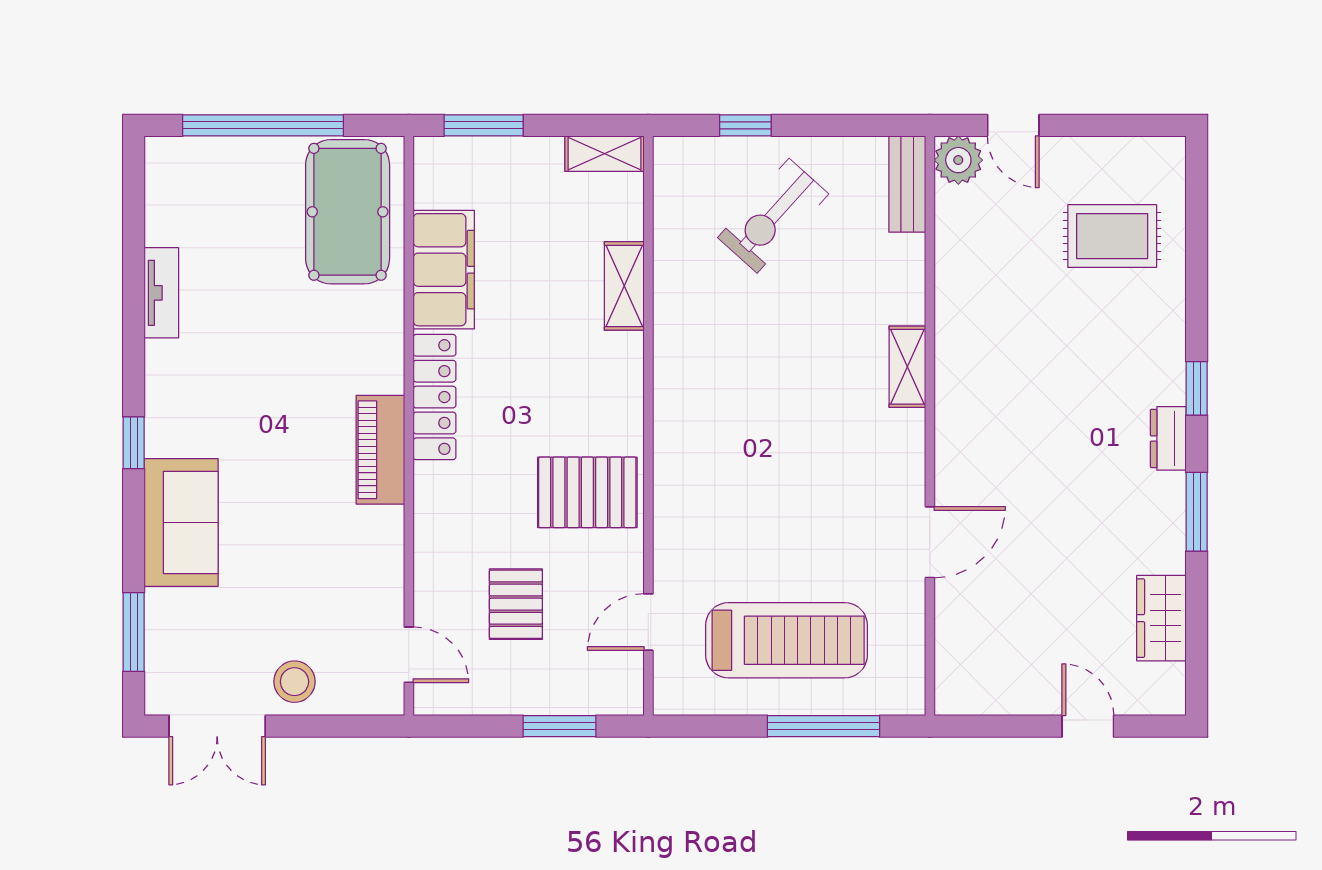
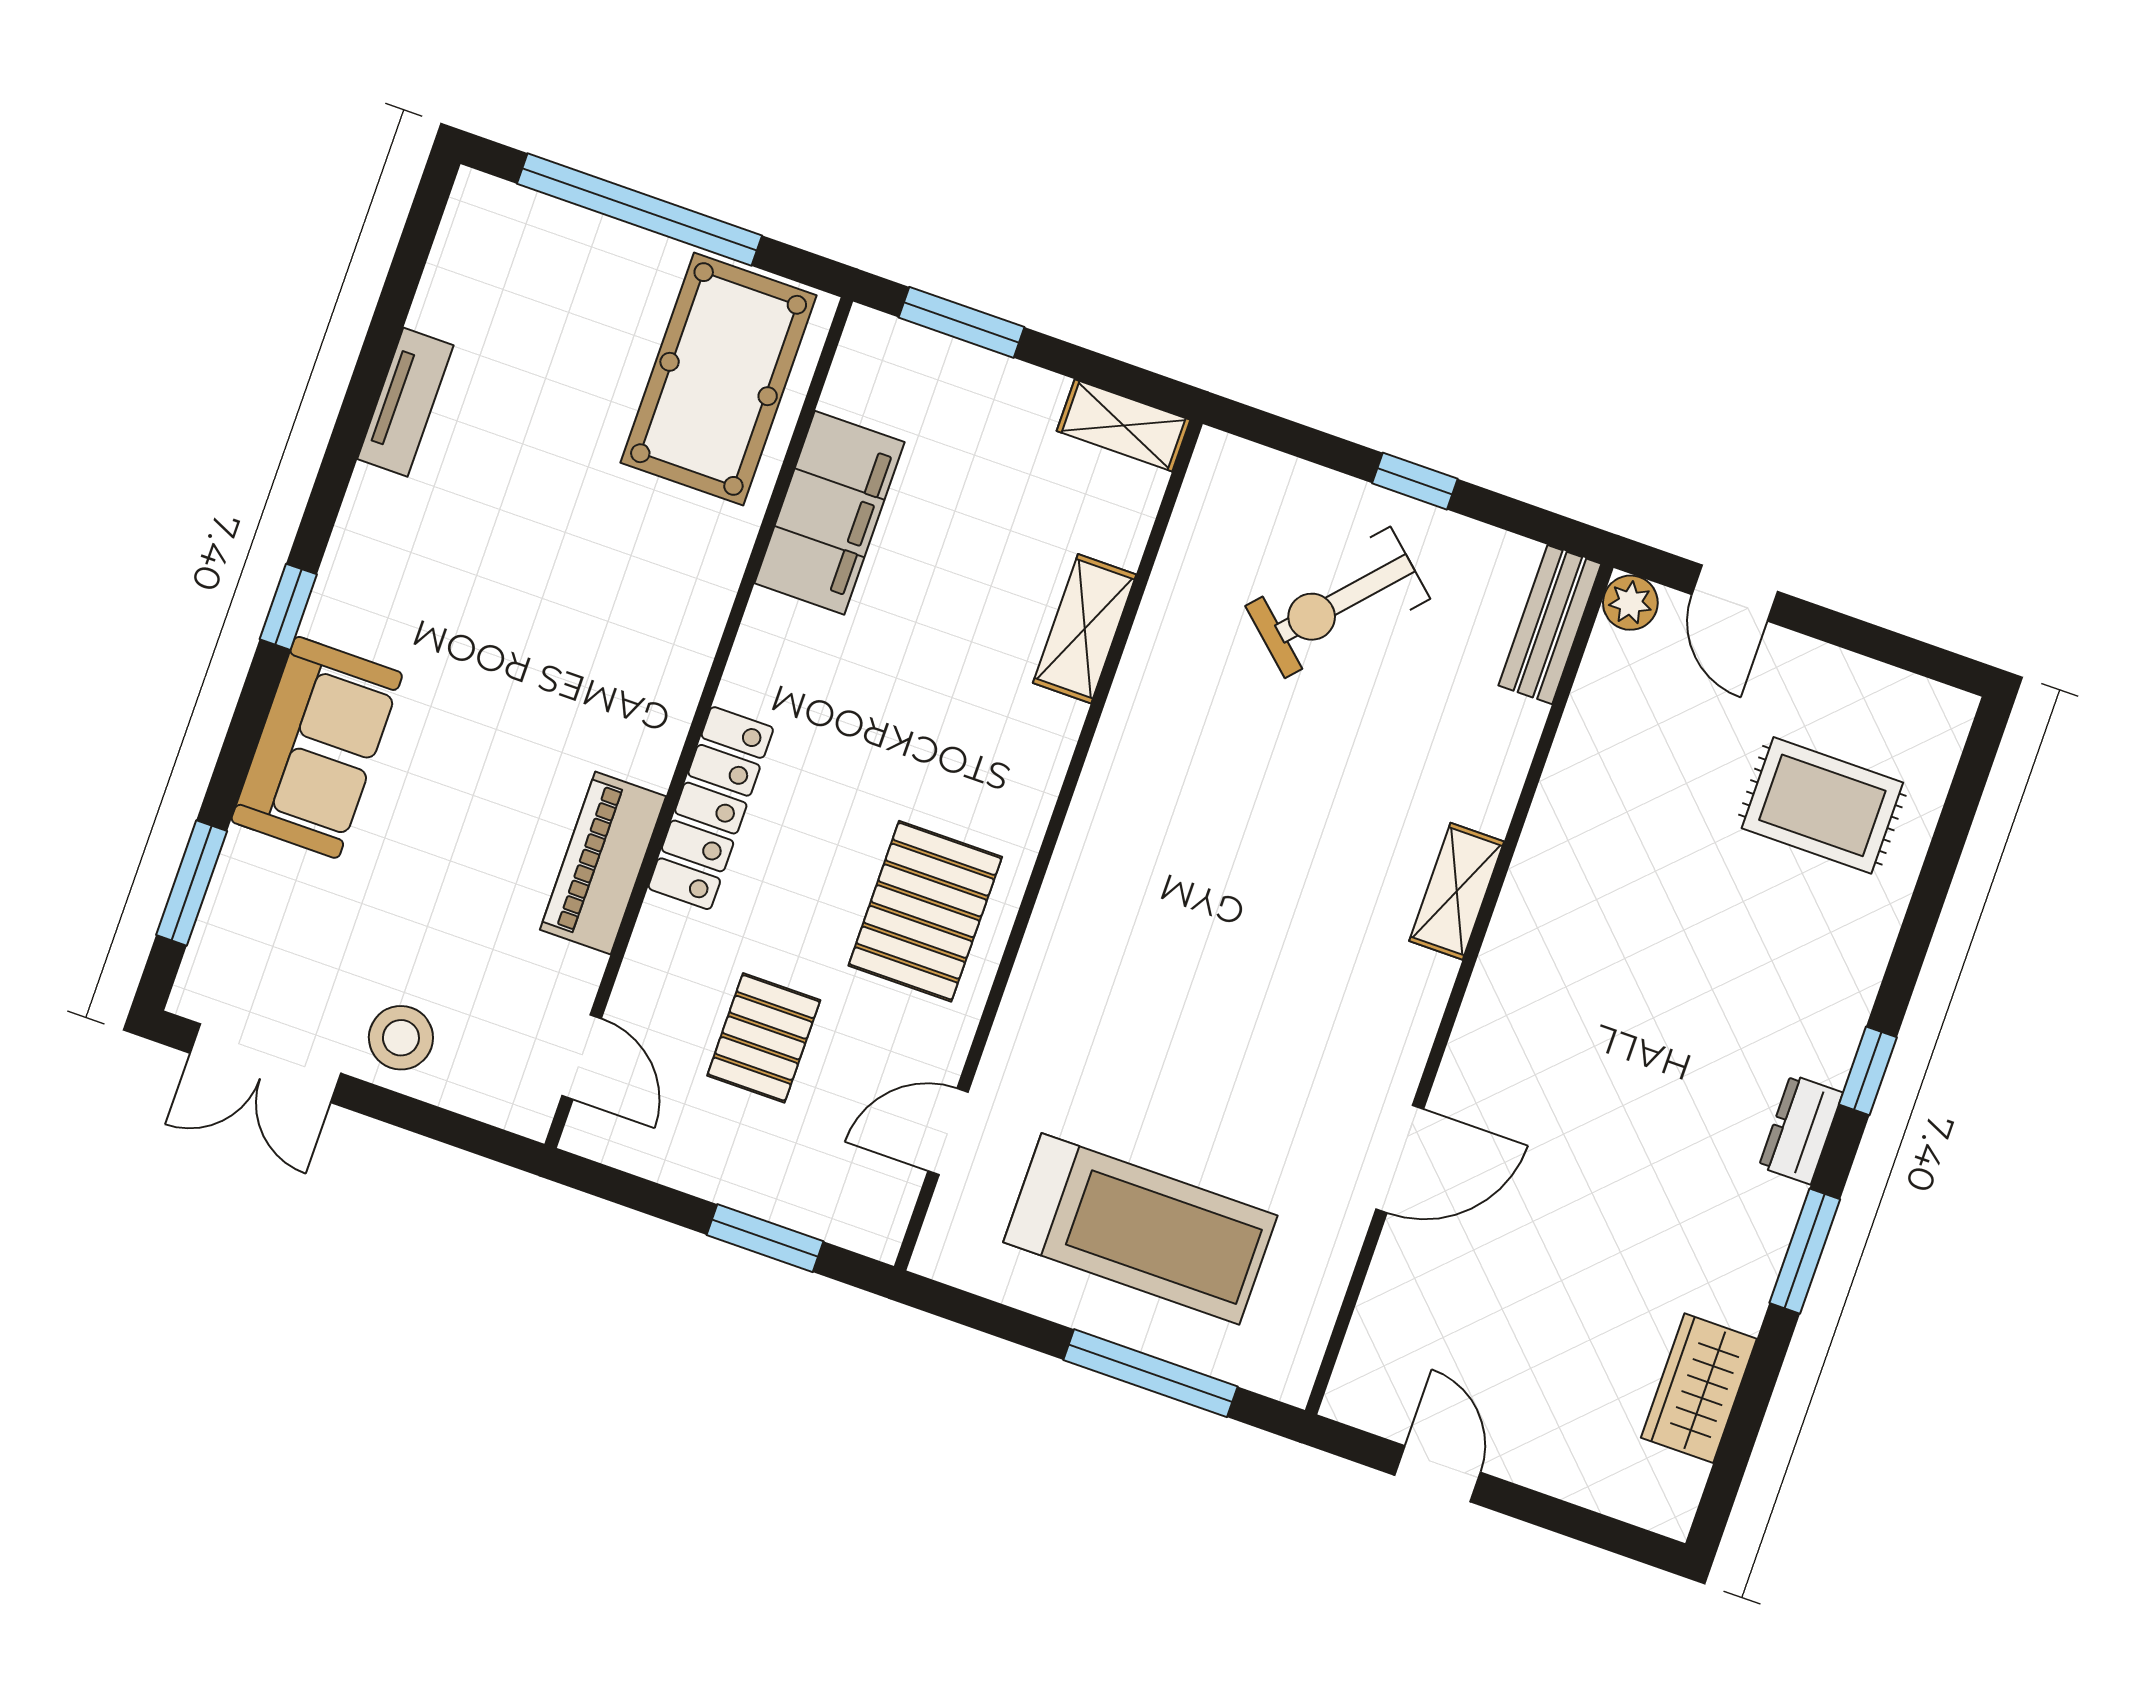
window: (745, 125) -> (1415, 481), moved
plant: (958, 160) -> (1630, 603), width x0.73, depth x0.73
locker: (434, 397) -> (711, 808), moved
piano: (380, 450) -> (603, 863), moved
pallet: (587, 492) -> (925, 911), turned 90
door: (1088, 726) -> (1438, 1474), moved

